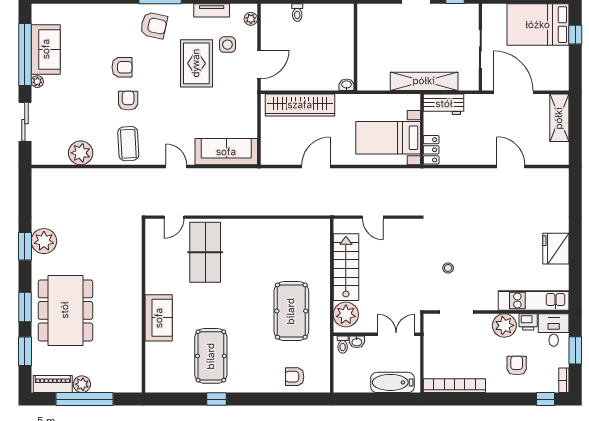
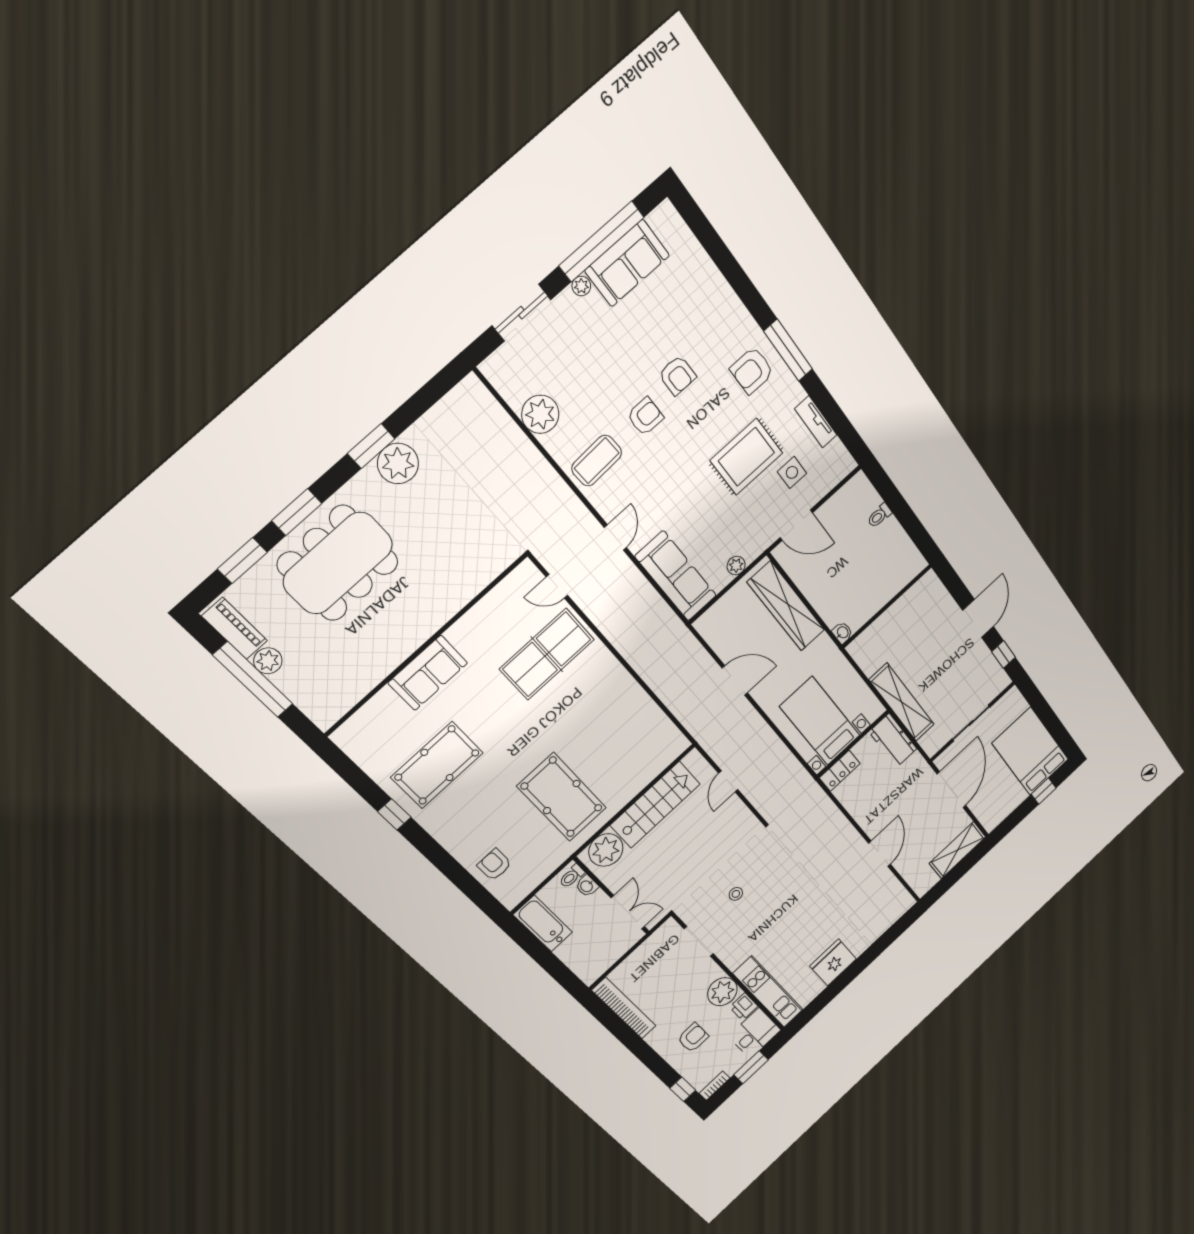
plant: (251, 19) -> (736, 566), moved
armchair: (154, 25) -> (752, 371), turned 78
pool table: (291, 311) -> (562, 797), turned 90
bathtub: (392, 382) -> (543, 923), moved

